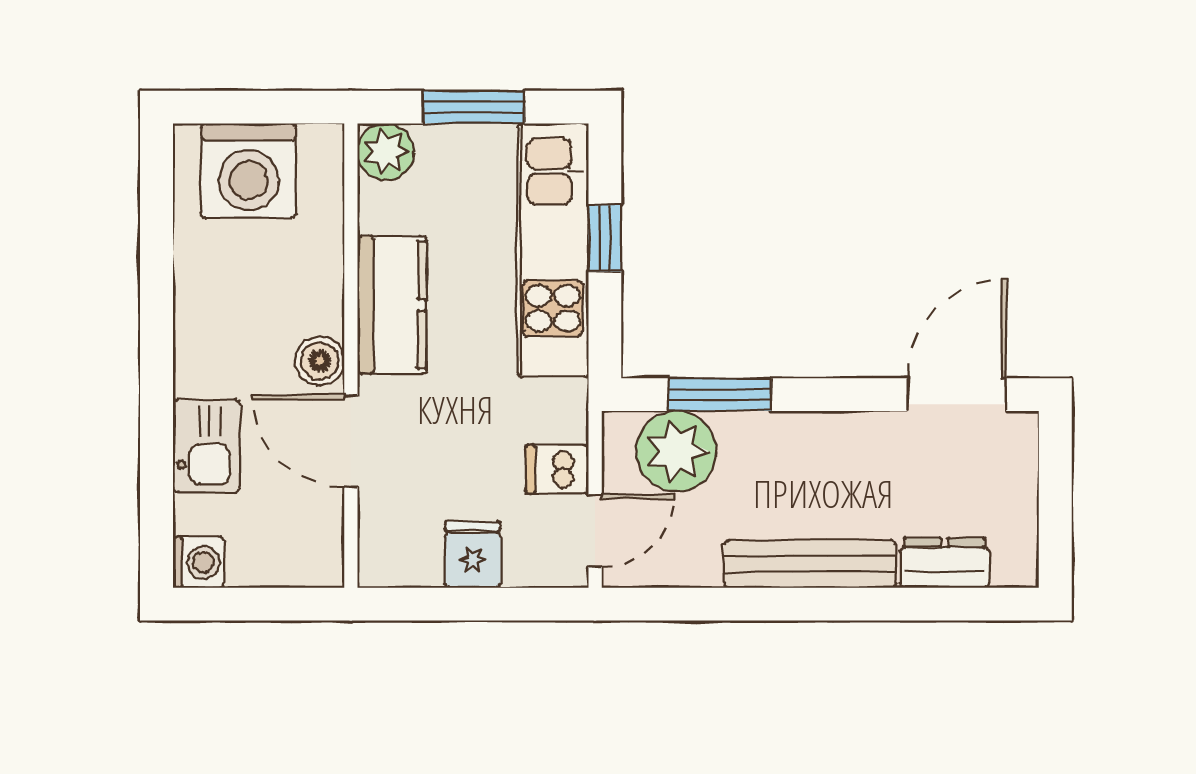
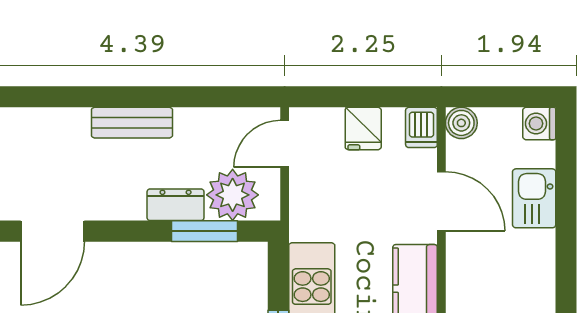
boiler: (320, 361) -> (461, 123), moved
dishwasher: (557, 469) -> (421, 127), moved, turned 90
dresser: (945, 563) -> (176, 205), moved, turned 180
bench: (810, 564) -> (132, 123), width x0.73

